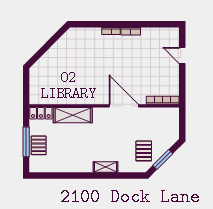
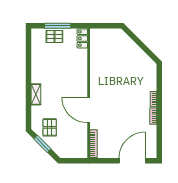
door: (182, 55) -> (132, 161), width x1.88
door: (124, 106) -> (89, 110), swing flipped
shelving: (73, 115) -> (81, 66), removed
pallet: (144, 151) -> (50, 127), turned 90

